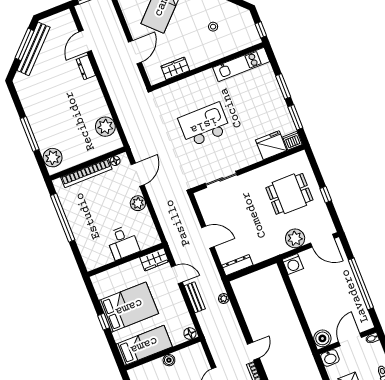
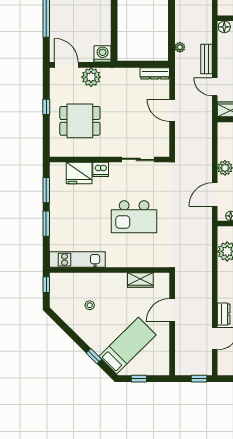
dishwasher: (292, 141) -> (101, 169), moved

